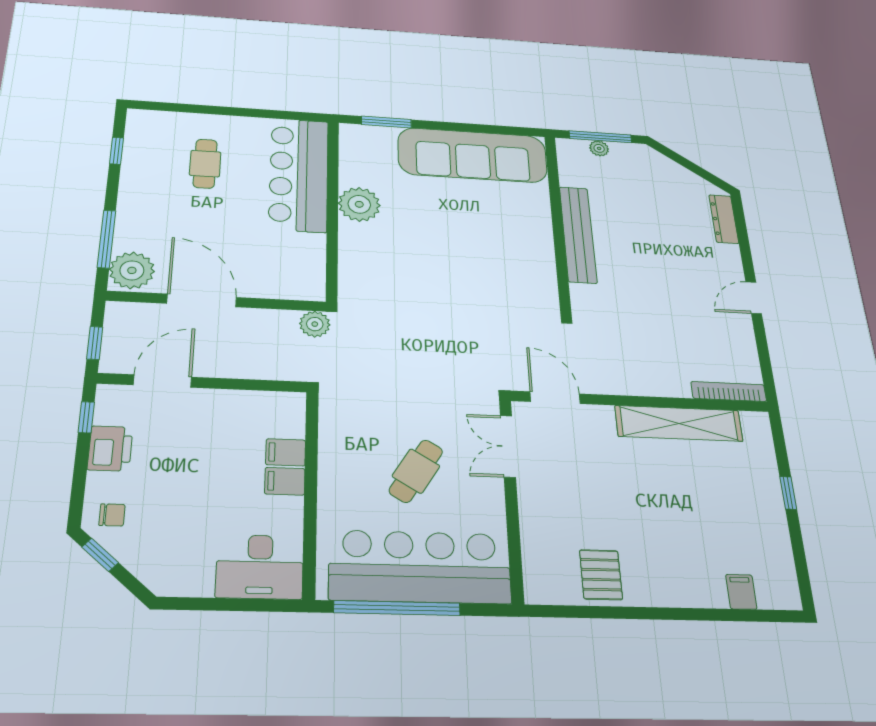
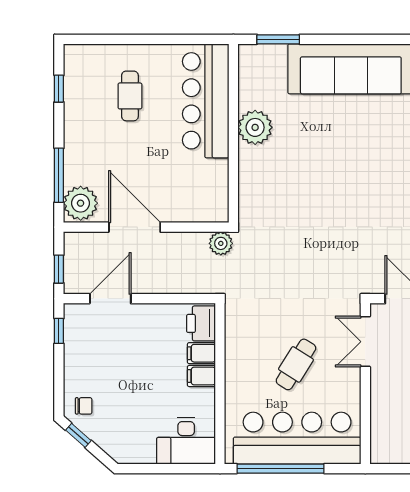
printer: (110, 448) -> (201, 323), moved, turned 180

